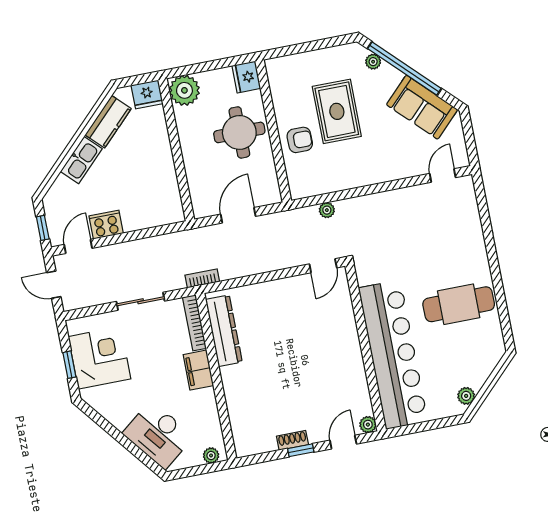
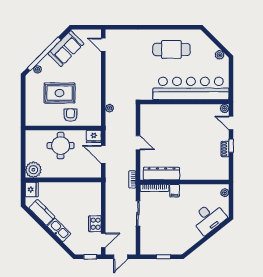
fridge: (246, 77) -> (94, 136), moved
door: (78, 246) -> (103, 240), swing flipped
door: (323, 266) -> (138, 143), moved
cafe table: (459, 304) -> (171, 49), turned 90
corner desk: (99, 358) -> (163, 241), removed
filing cabinet: (198, 370) -> (175, 191), width x0.50

